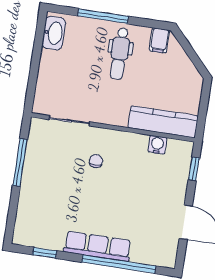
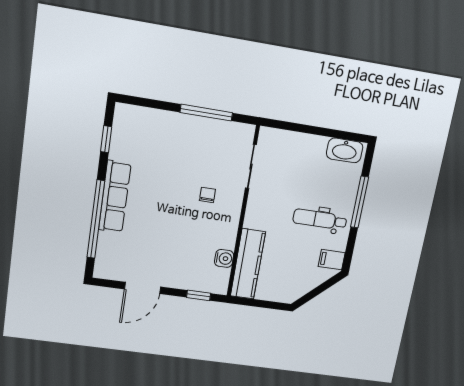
chair: (96, 161) -> (207, 195), turned -90

